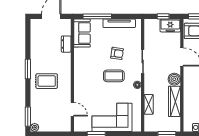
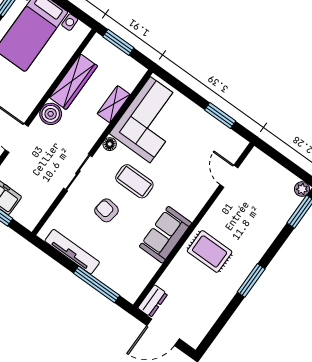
sofa: (82, 33) -> (165, 235), moved
dresser: (66, 44) -> (153, 301), moved
rug: (47, 81) -> (210, 251), moved
corner sofa: (112, 117) -> (150, 120), moved, turned -90

